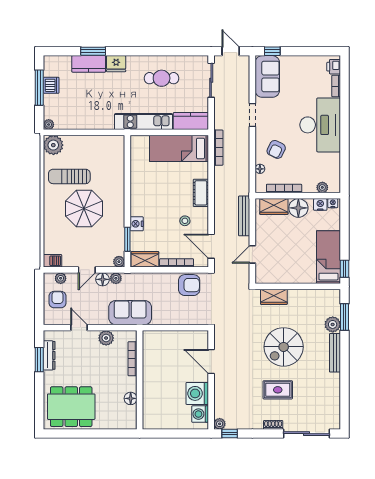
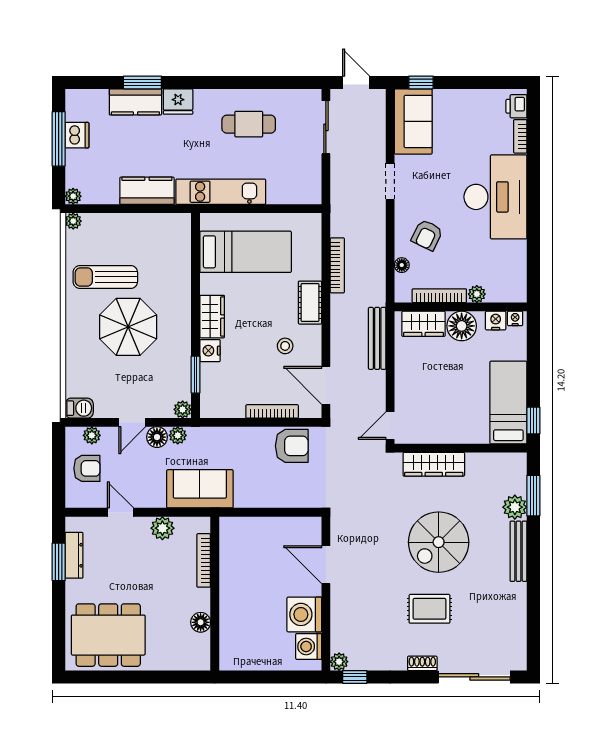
kitchen counter: (191, 121) -> (147, 191), moved
plant: (53, 145) -> (73, 221), width x0.53, depth x0.53
bed: (179, 148) -> (246, 252), moved, turned 180
bookcase: (218, 148) -> (337, 265), moved
plant: (322, 187) -> (477, 294), moved
door: (252, 254) -> (390, 426), moved
wardrobe: (145, 259) -> (212, 317), moved, turned 90
wardrobe: (274, 297) -> (434, 464), width x1.50
armchair: (57, 300) -> (87, 468), turned 90

